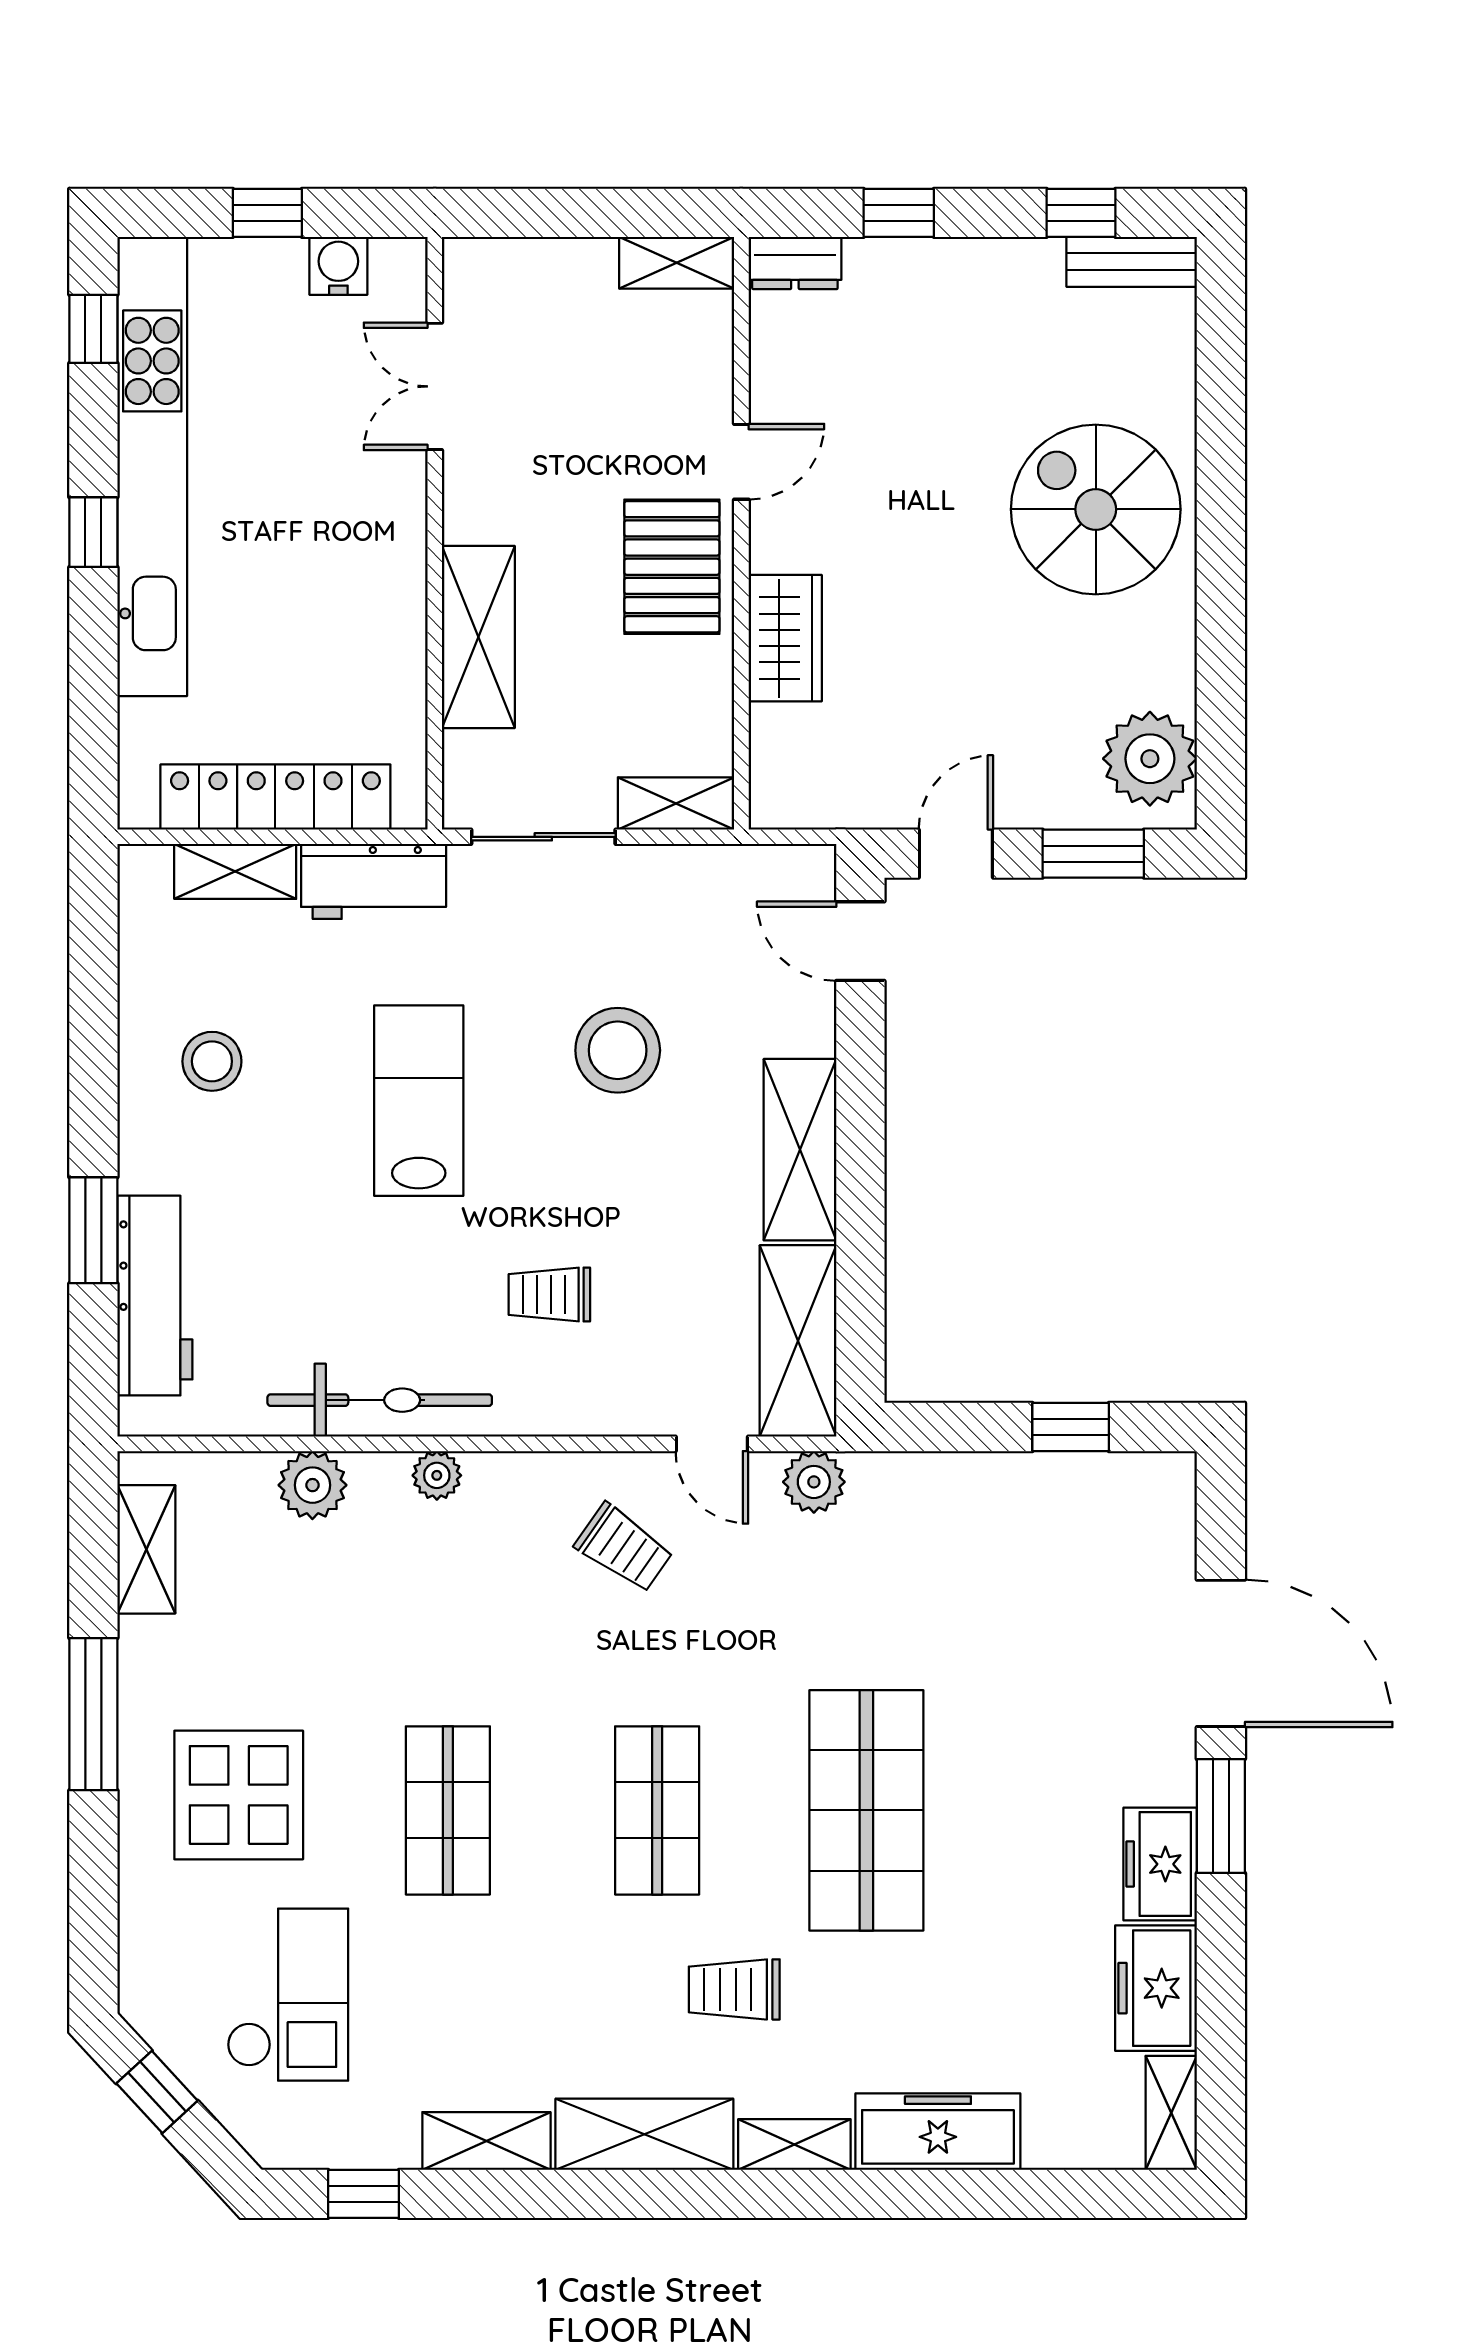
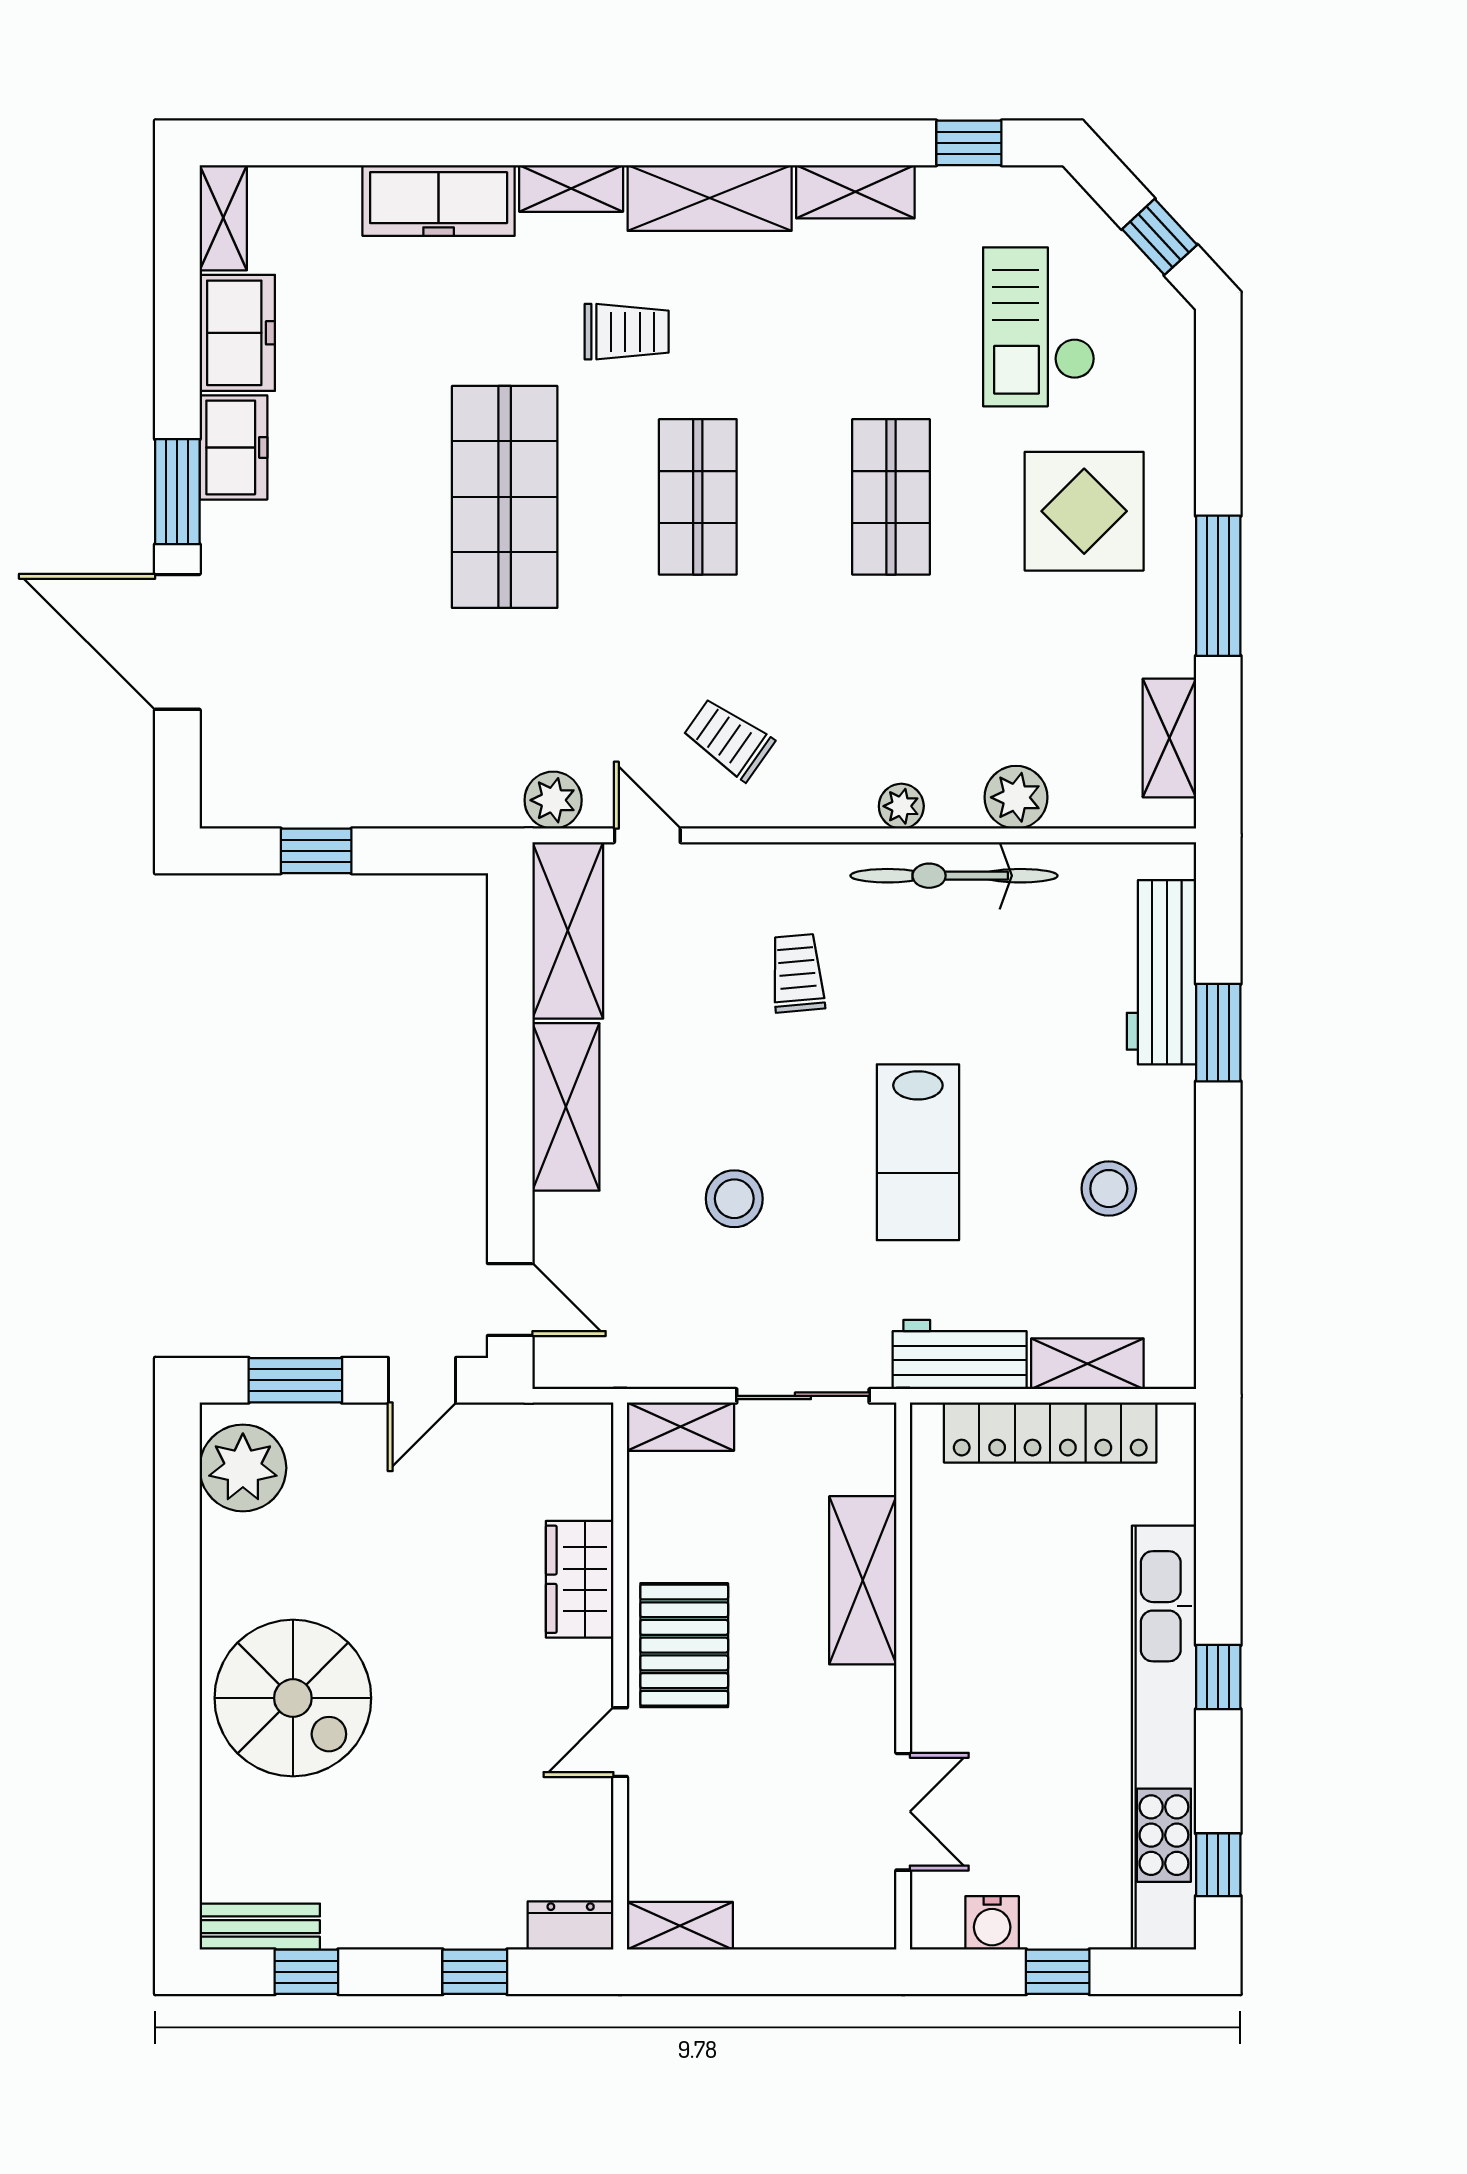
stool: (618, 1050) -> (734, 1199), width x0.73, depth x0.73
trolley: (549, 1295) -> (797, 973), turned -95

